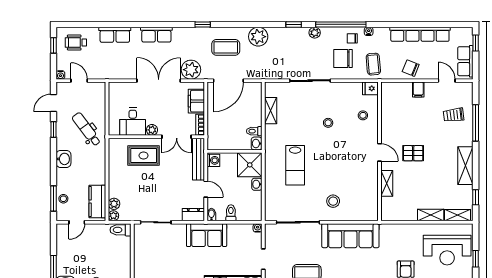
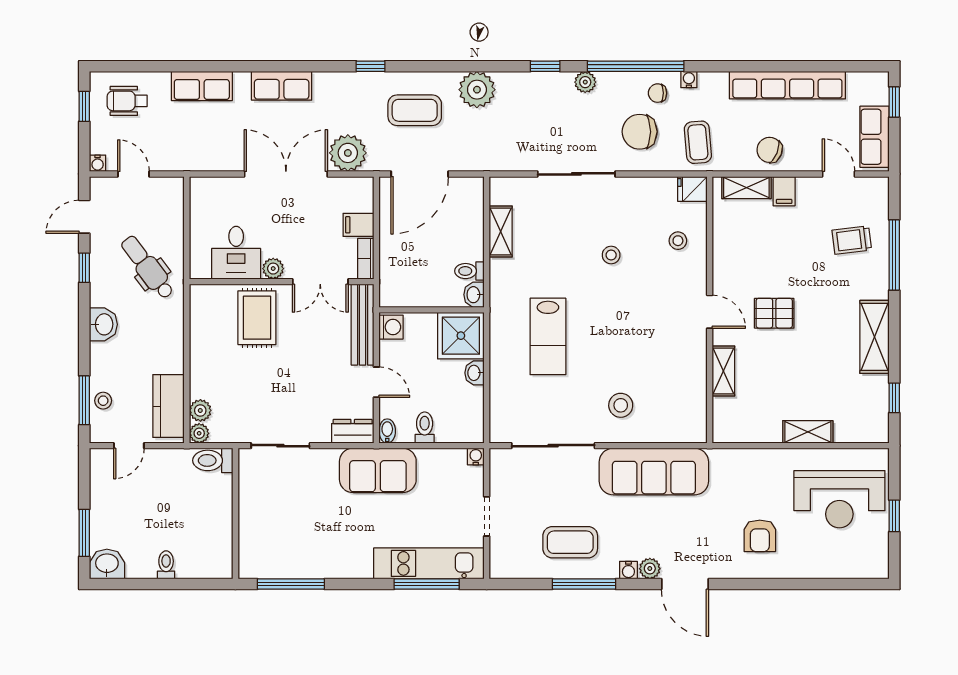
filing cabinet: (196, 101) -> (358, 225), width x0.50
rug: (144, 156) -> (257, 318), turned 90
shelving: (458, 215) -> (746, 188), moved

